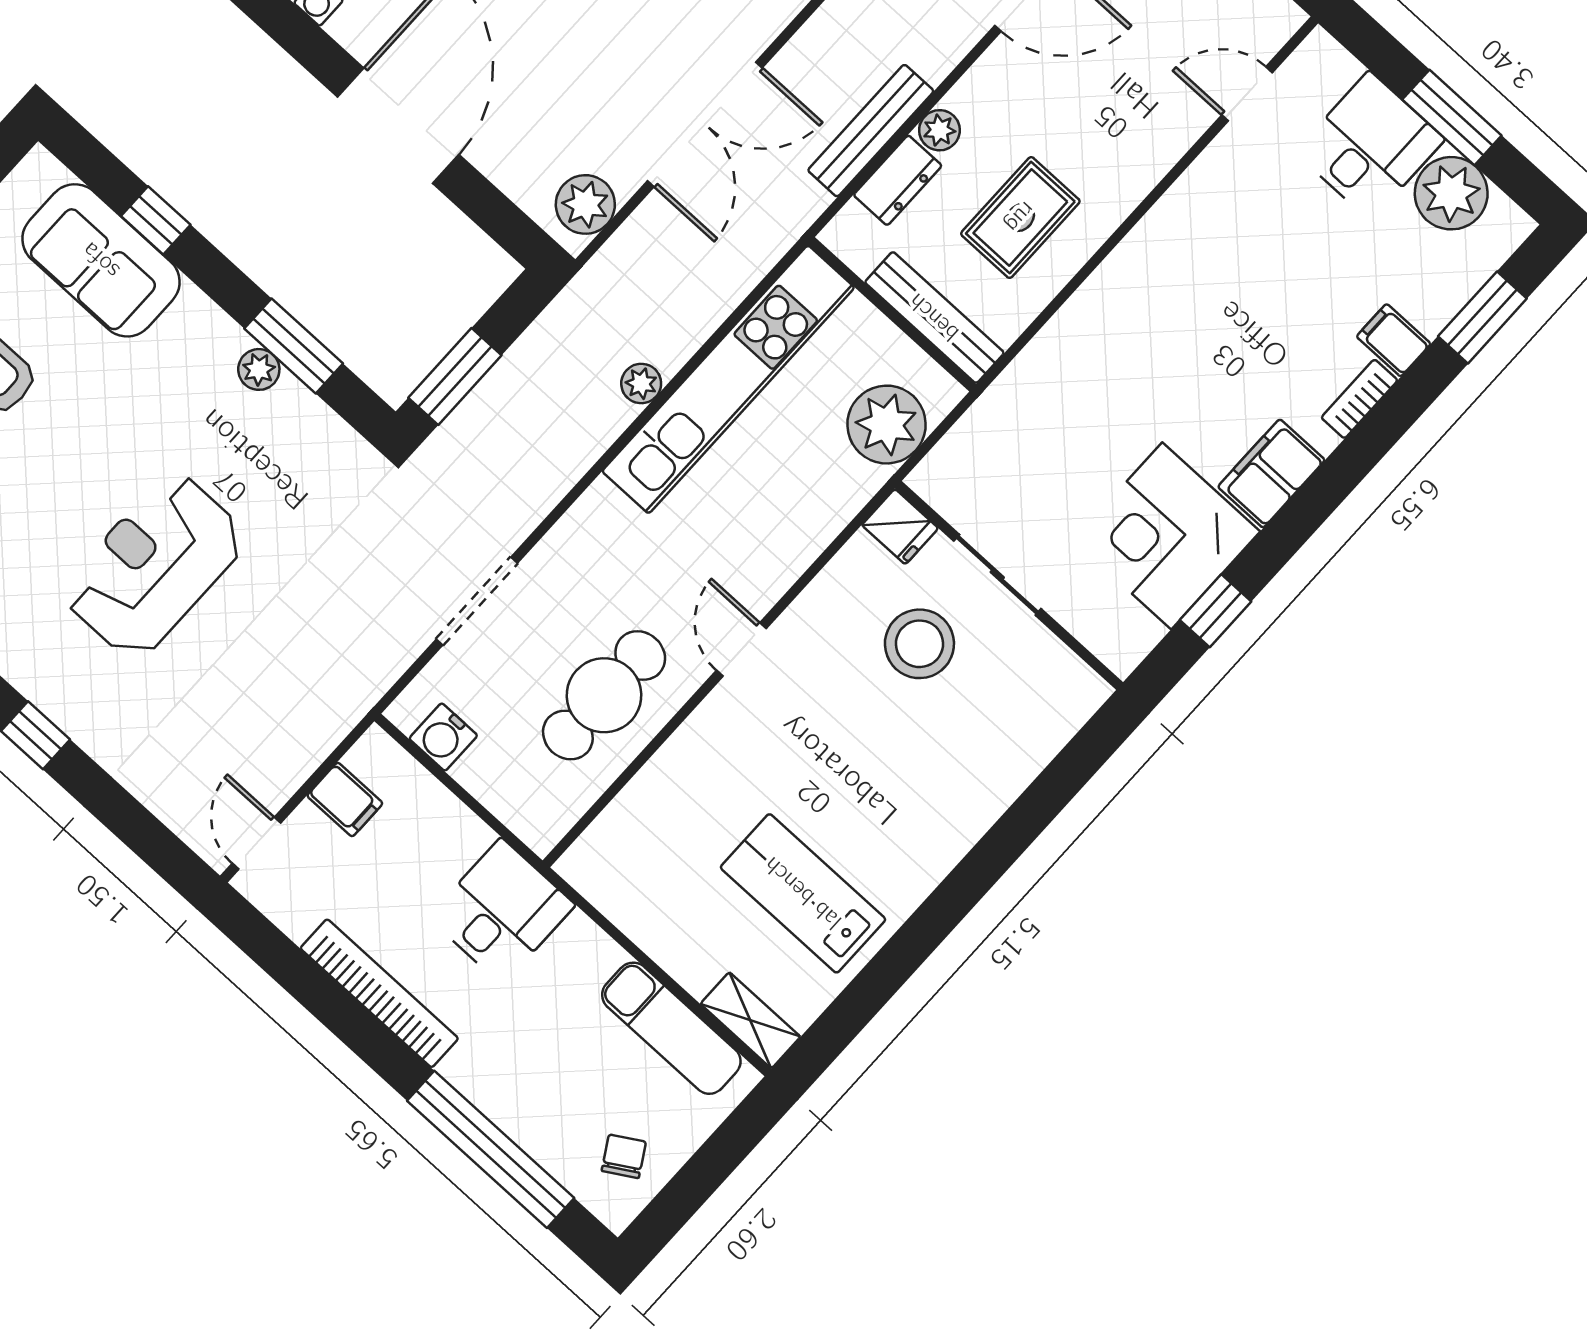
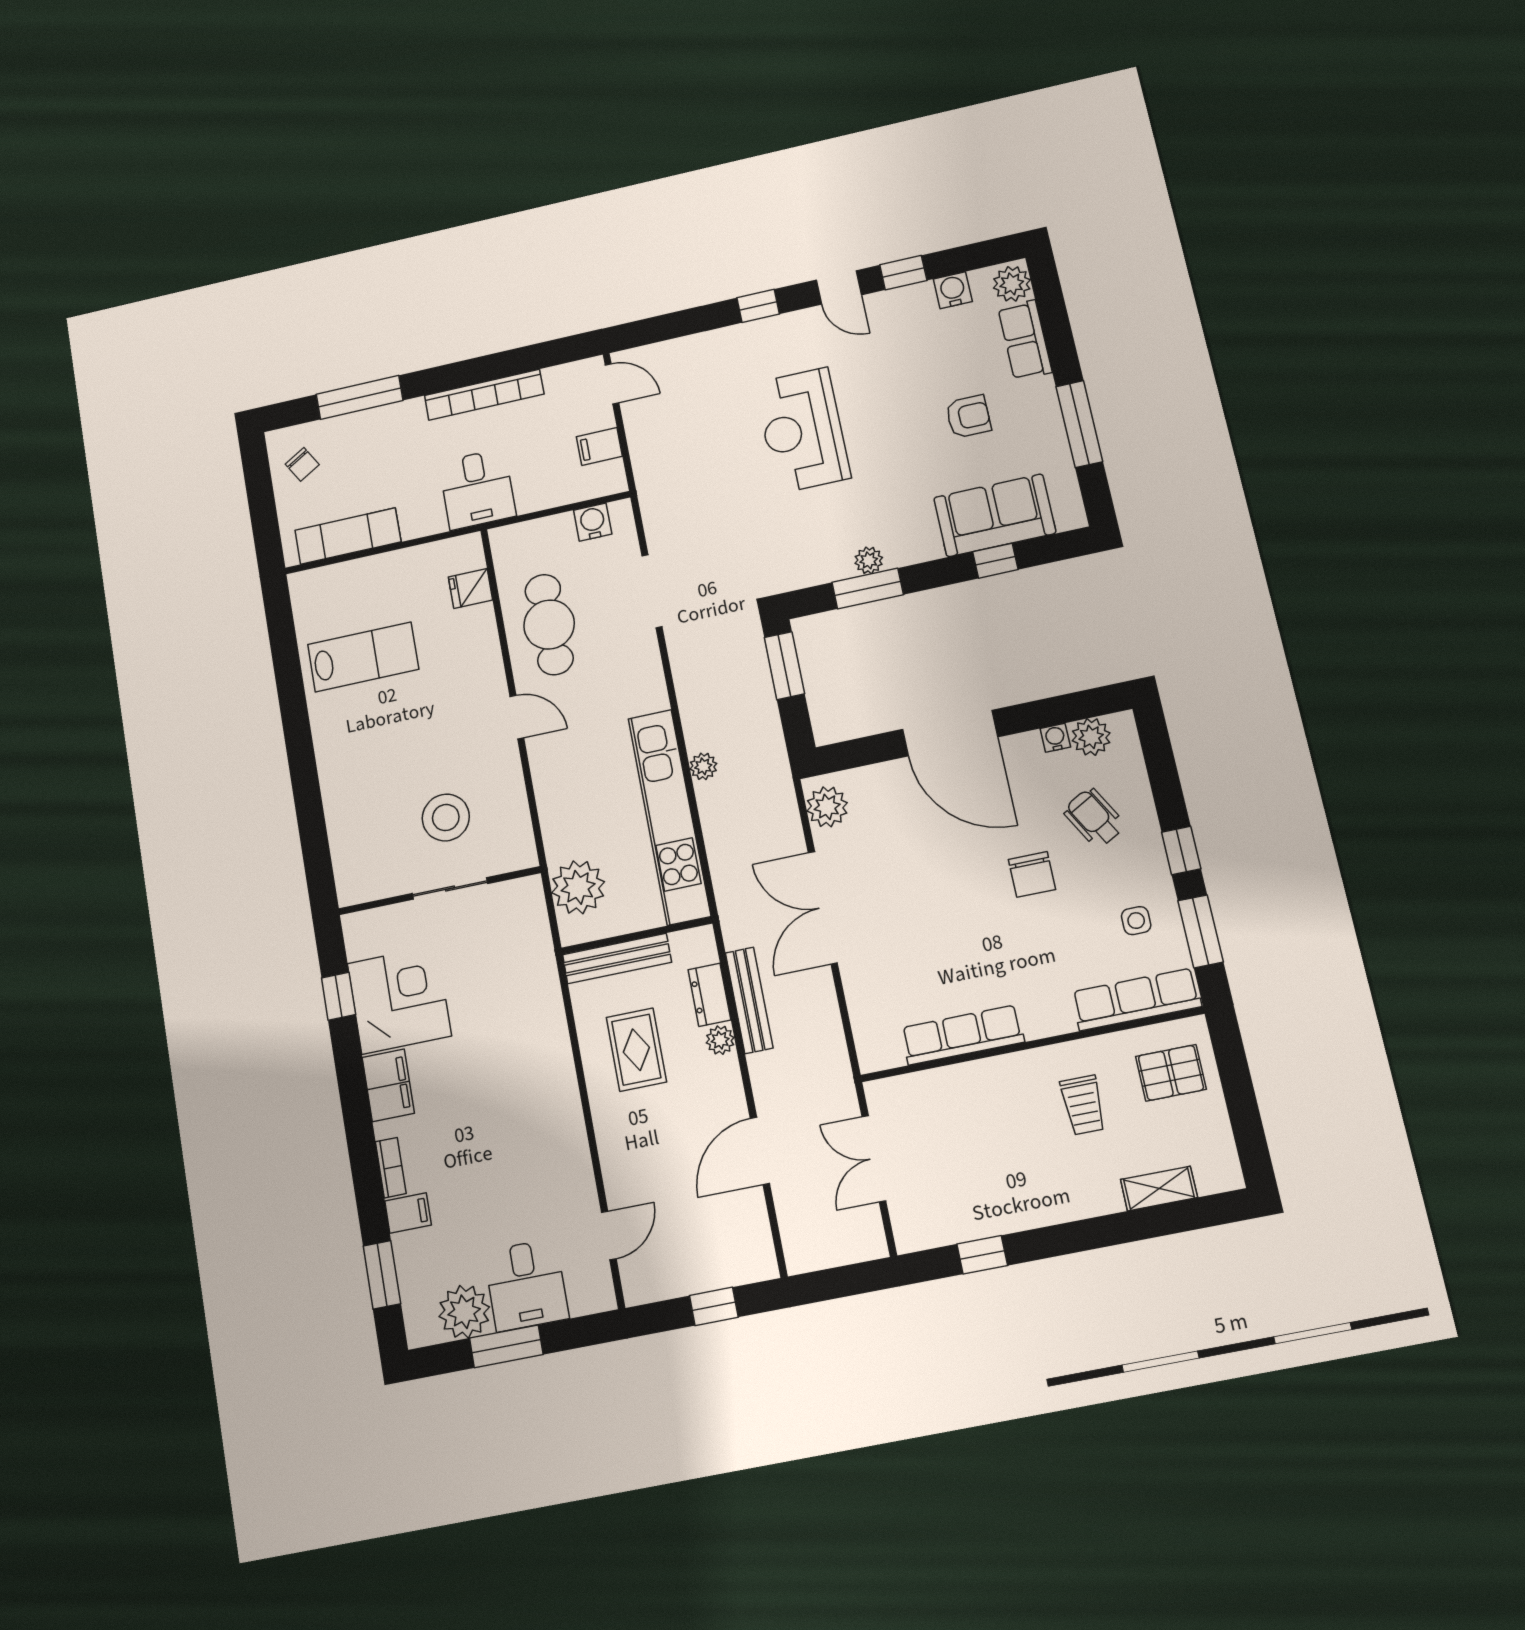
fridge: (900, 527) -> (470, 589), moved
reception desk: (154, 566) -> (802, 430), turned 180
shelving: (750, 1020) -> (320, 581), removed
window: (491, 1149) -> (360, 397), width x0.68

